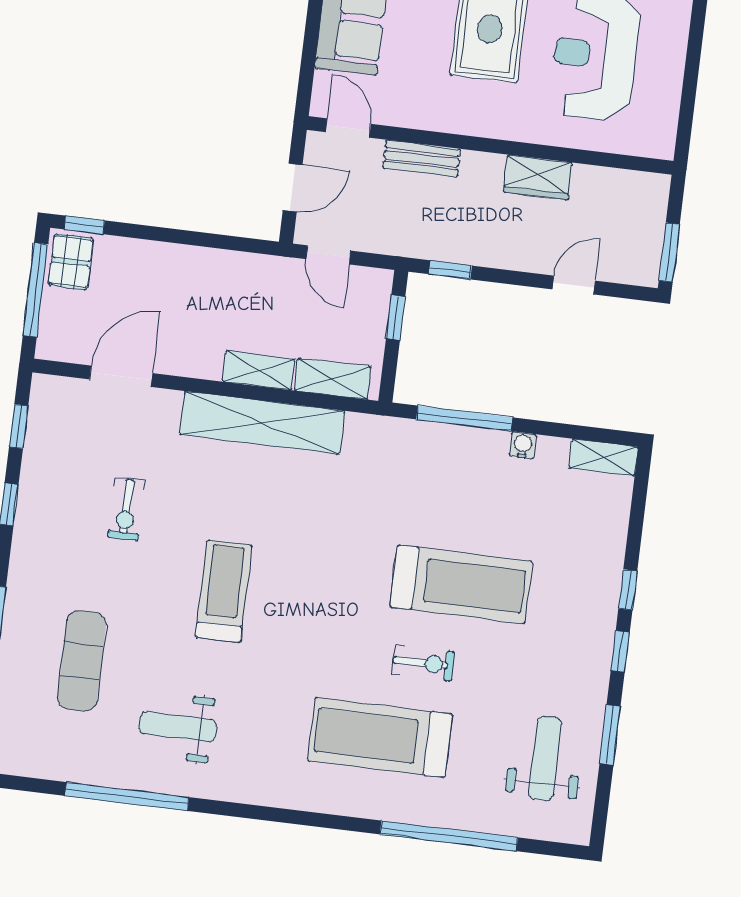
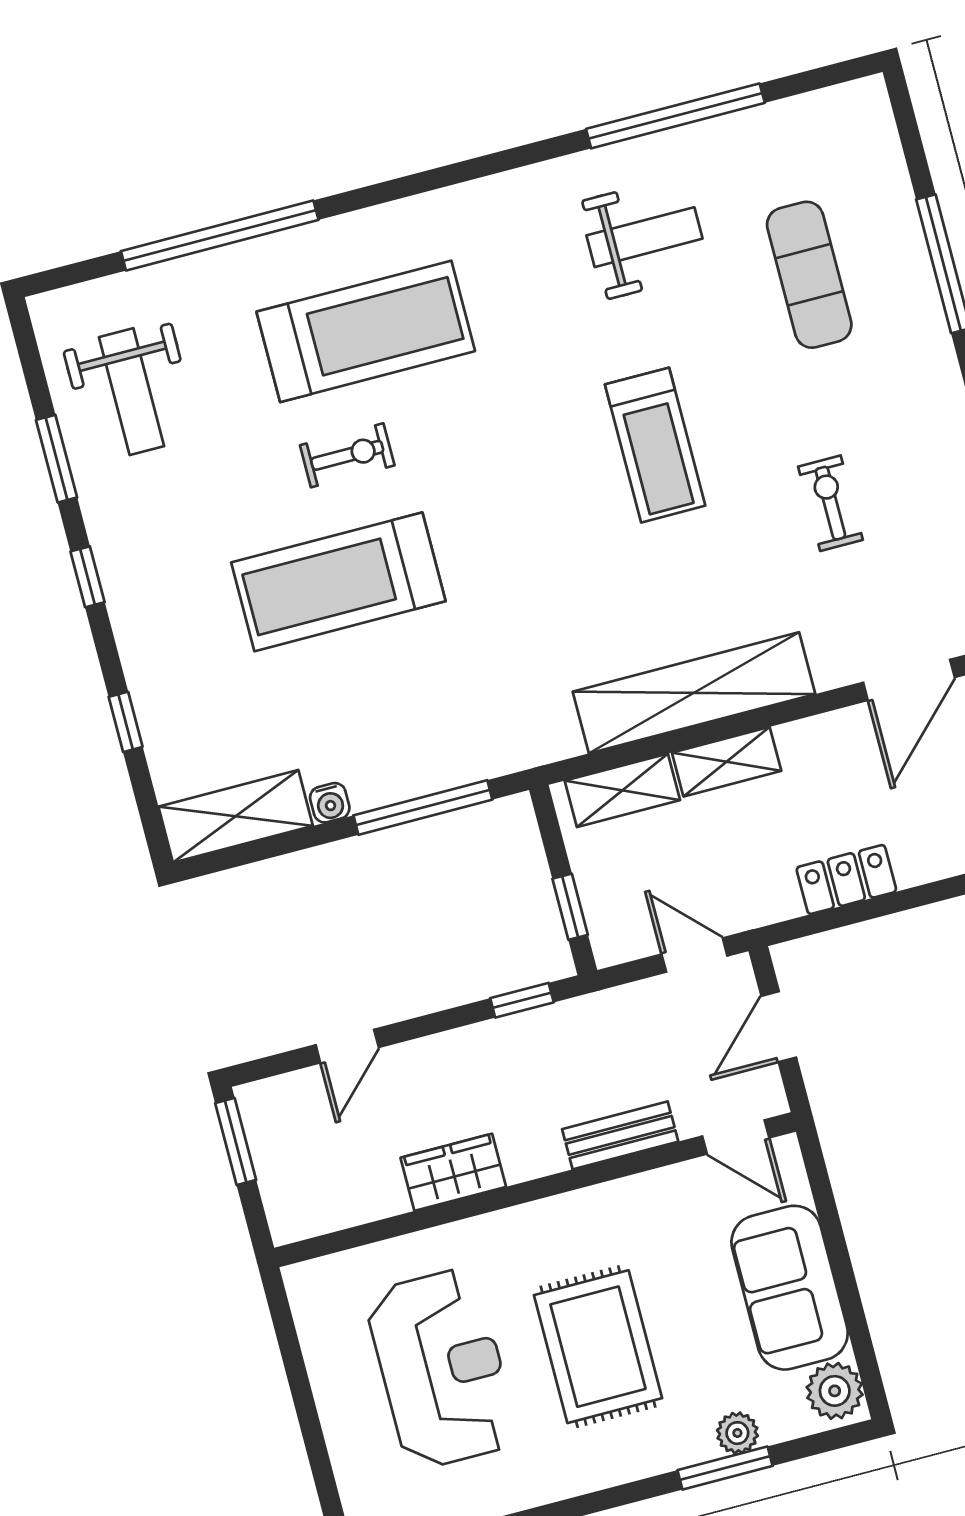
locker: (212, 265) -> (846, 880), added
shelving: (604, 458) -> (236, 816), width x1.50, depth x1.33
window: (628, 590) -> (126, 722), moved
exercise bike: (423, 663) -> (347, 455), turned 180

